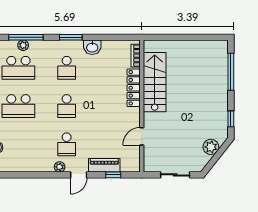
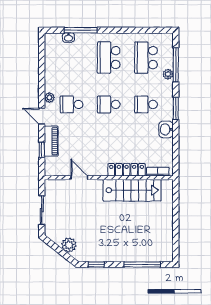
plant: (23, 45) -> (168, 74), moved

